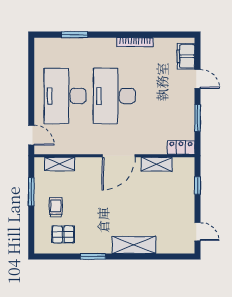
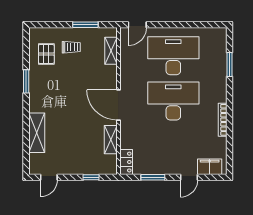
shelving: (134, 245) -> (37, 133), moved

